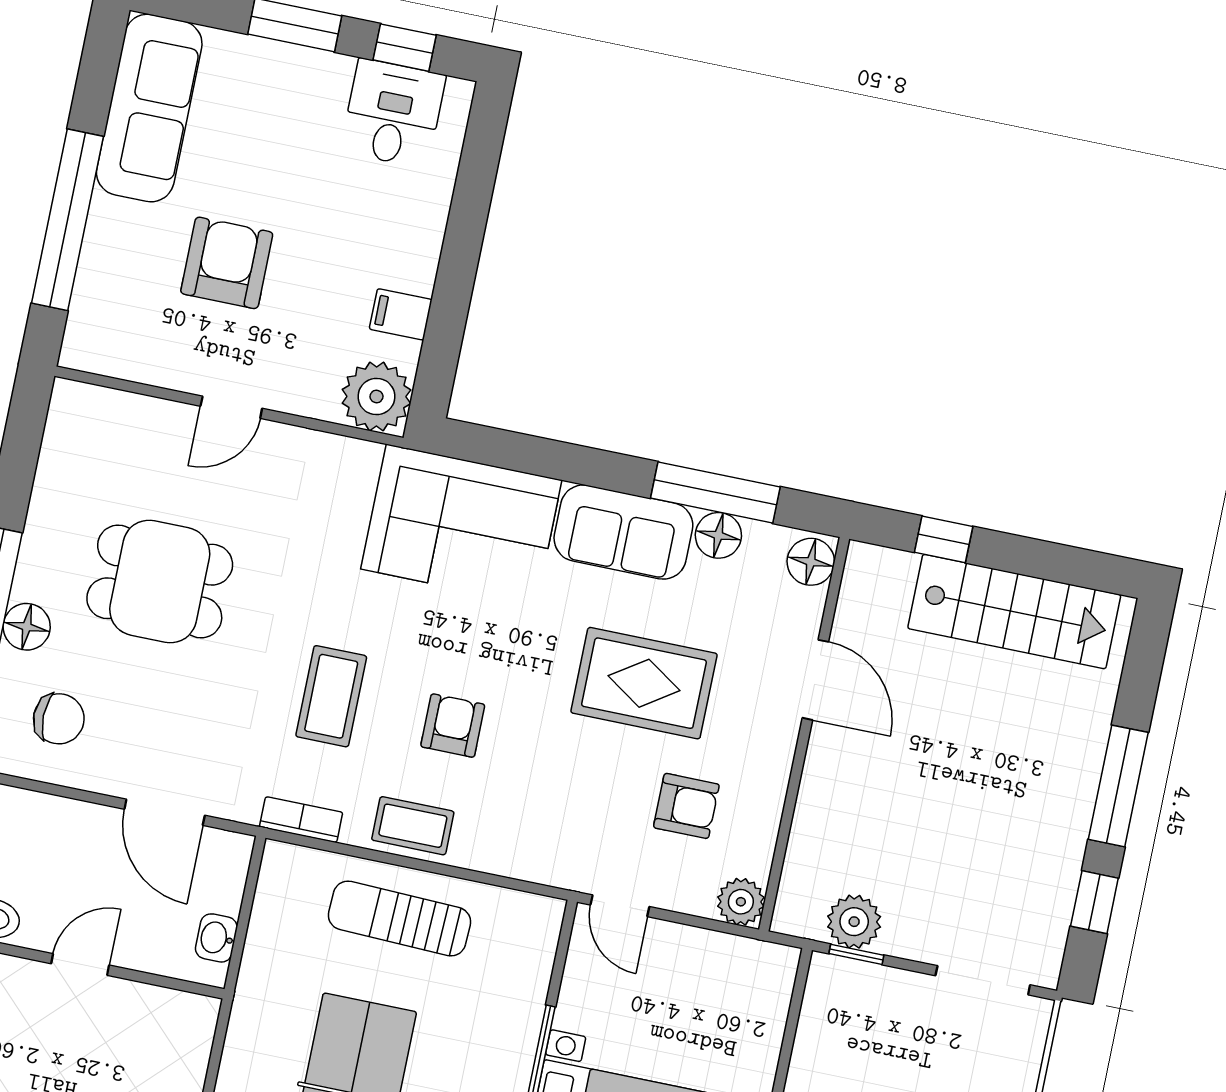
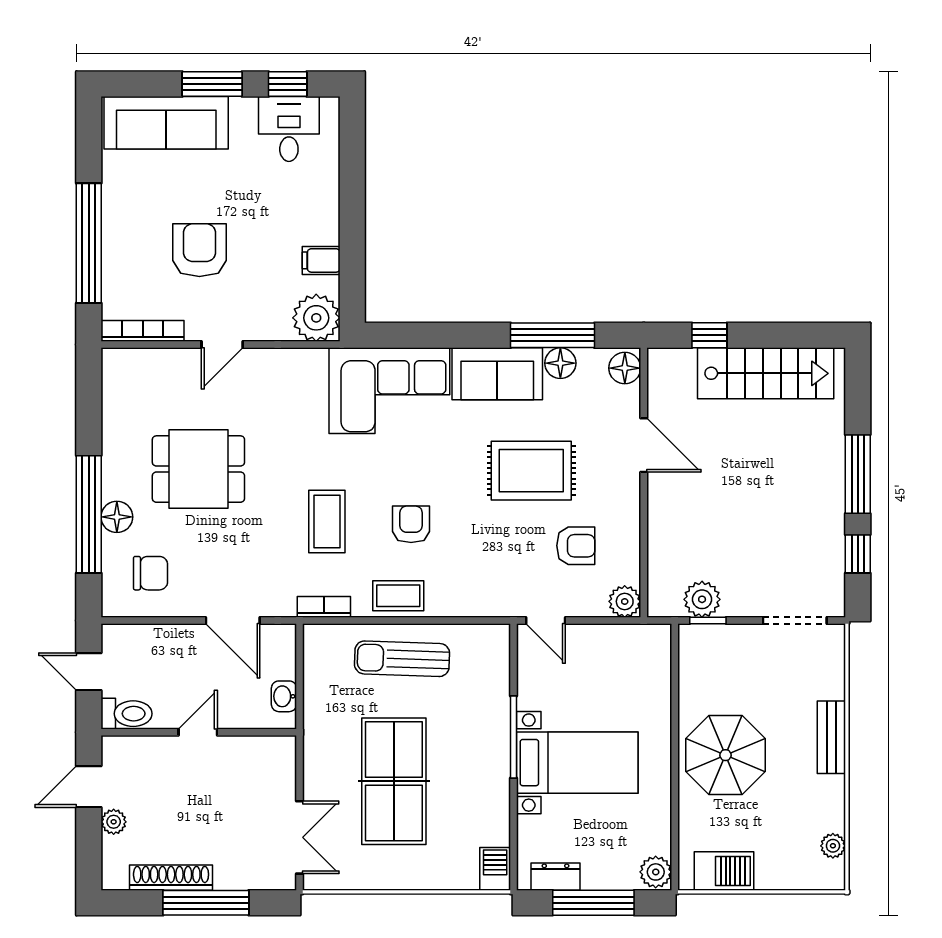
sofa: (149, 108) -> (166, 123), moved, turned 90
bookcase: (120, 364) -> (143, 331), added

